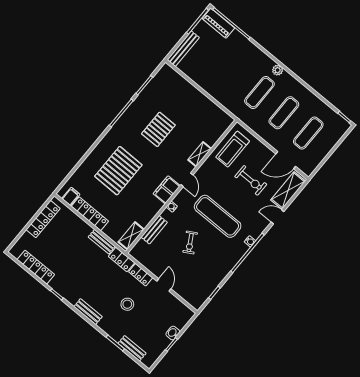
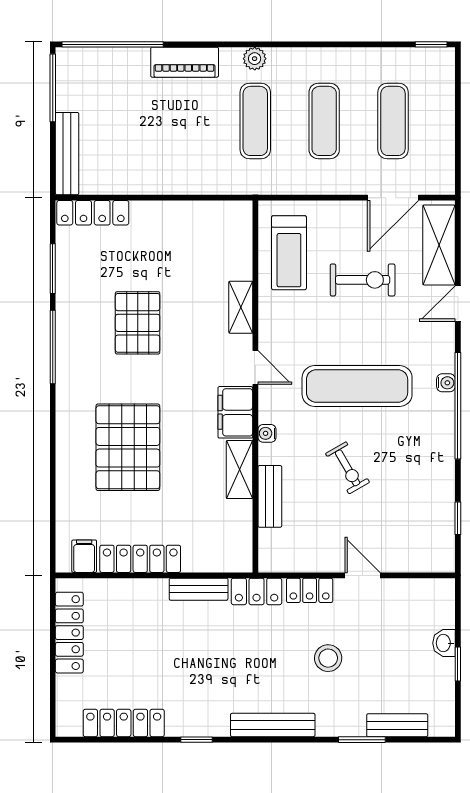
piano: (218, 23) -> (185, 62), moved
locker: (175, 77) -> (93, 213), added
shelving: (131, 236) -> (239, 470), moved
bench: (88, 312) -> (273, 725), width x1.36

